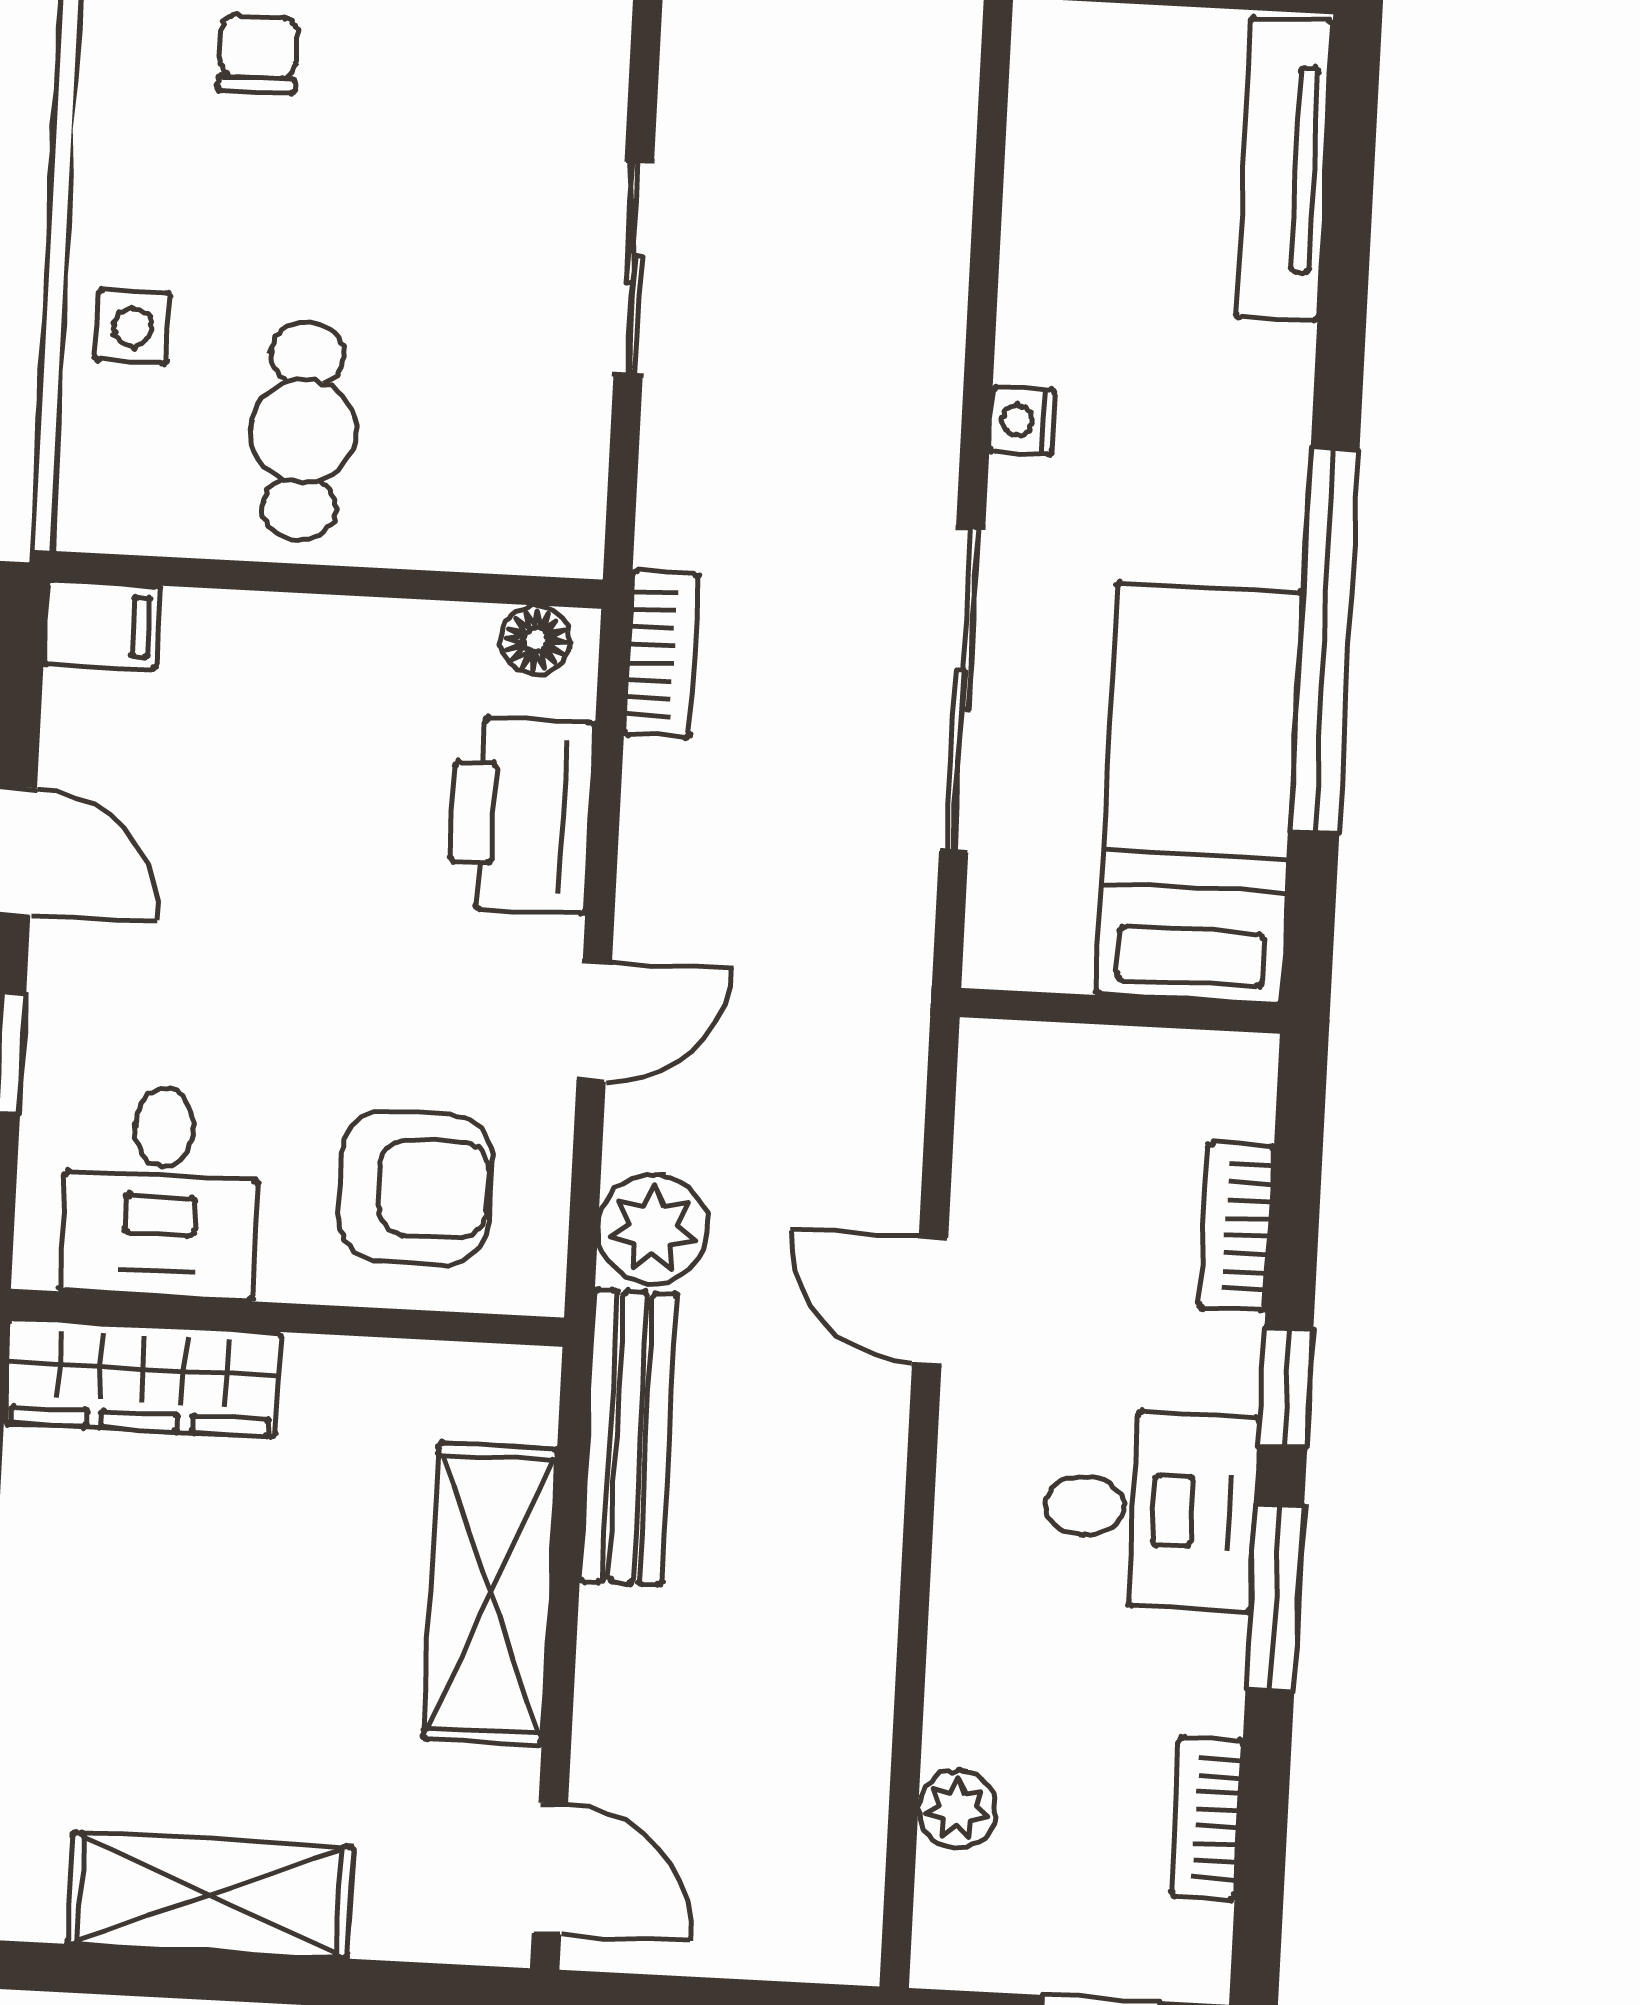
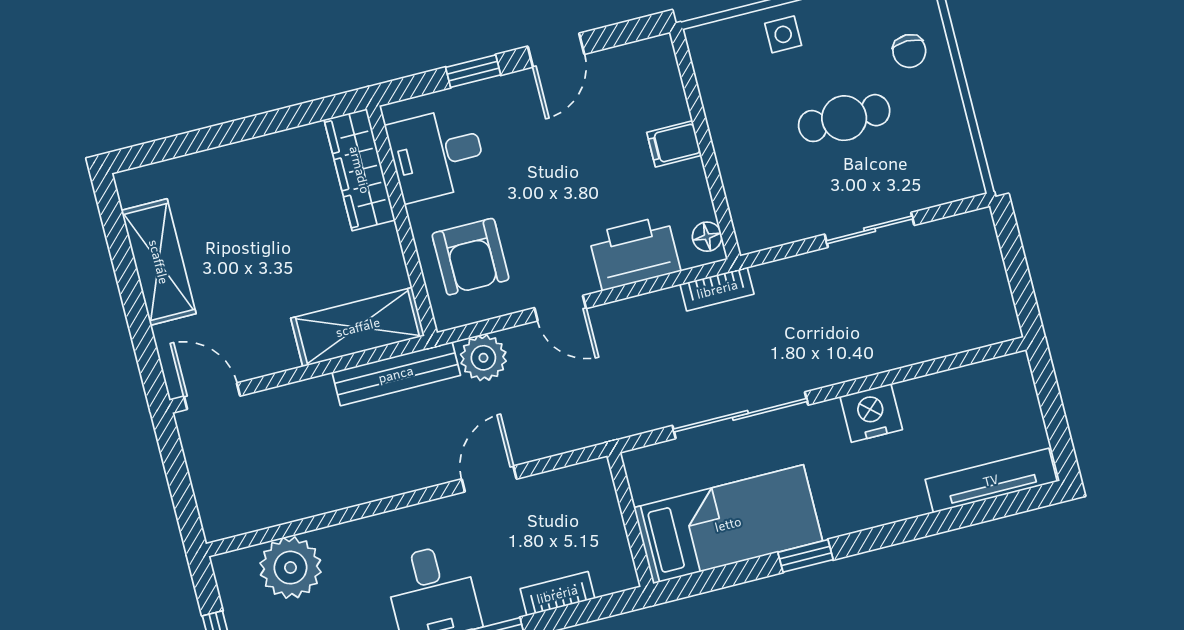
chair: (258, 54) -> (909, 51), turned 90
nightstand: (1022, 421) -> (871, 413), width x1.89, depth x1.79
cafe table: (303, 431) -> (844, 118), moved
filing cabinet: (102, 625) -> (674, 144), moved, turned 90
window: (1325, 641) -> (806, 556), width x0.32
shelving: (490, 1594) -> (358, 327), moved
plant: (957, 1809) -> (290, 568), width x1.87, depth x1.87
door: (550, 1869) -> (212, 396), swing flipped

